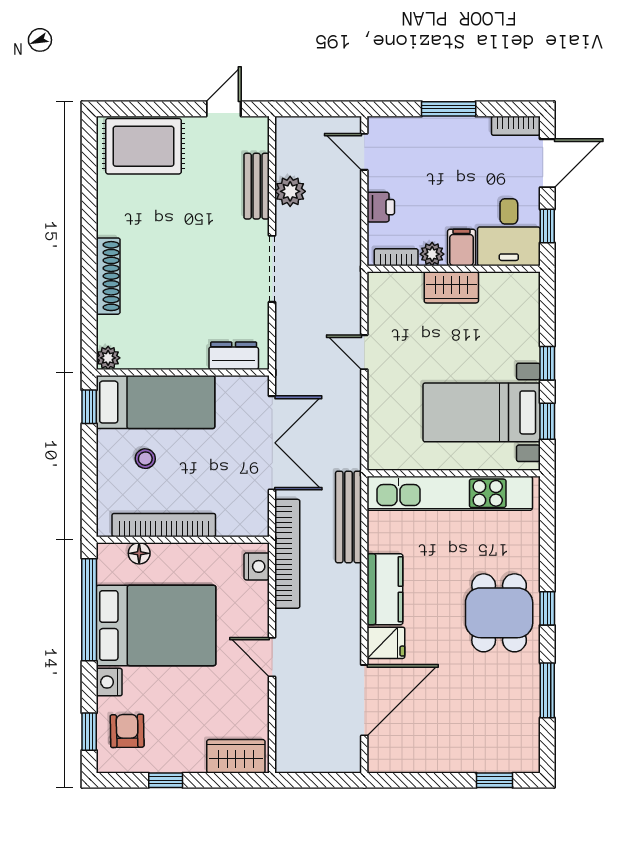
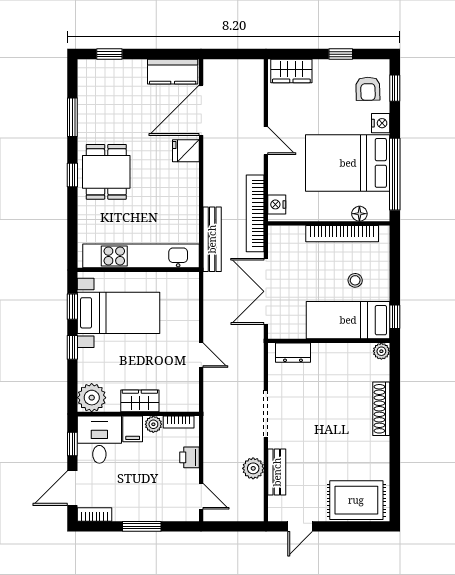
plant: (520, 292) -> (92, 398), added
kitchen counter: (385, 589) -> (173, 72), moved, turned -90

